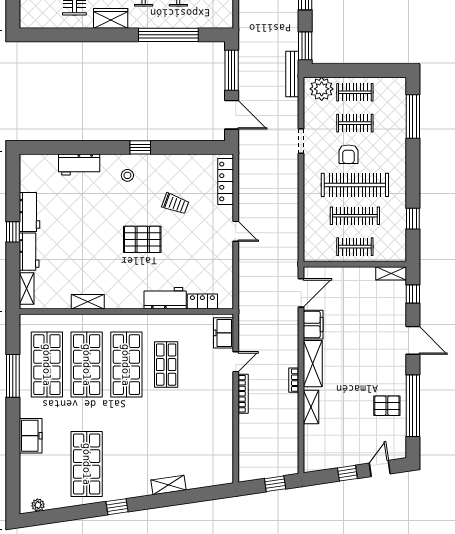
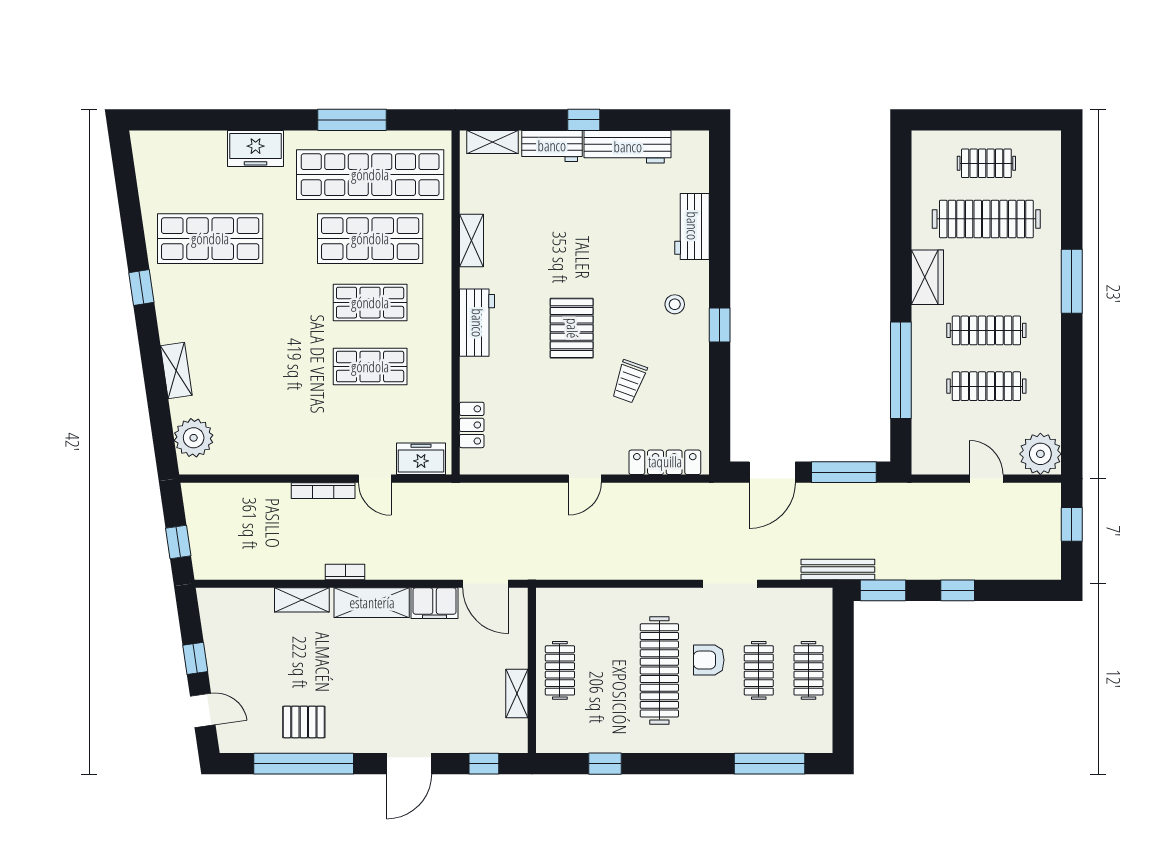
plant: (322, 89) -> (814, 617), removed
doorway: (301, 141) -> (730, 584), width x1.38
workbench: (30, 212) -> (628, 147), width x1.38
clothes rail: (355, 216) -> (610, 670), removed
shelving: (391, 273) -> (517, 694), moved
workbench: (165, 298) -> (477, 323), moved
shop shelf: (47, 365) -> (370, 175), width x1.40
shop shelf: (126, 365) -> (370, 303), width x0.70, depth x0.74
pallet: (387, 406) -> (304, 722), turned 90
plant: (38, 505) -> (194, 438), moved, width x1.88, depth x1.88

